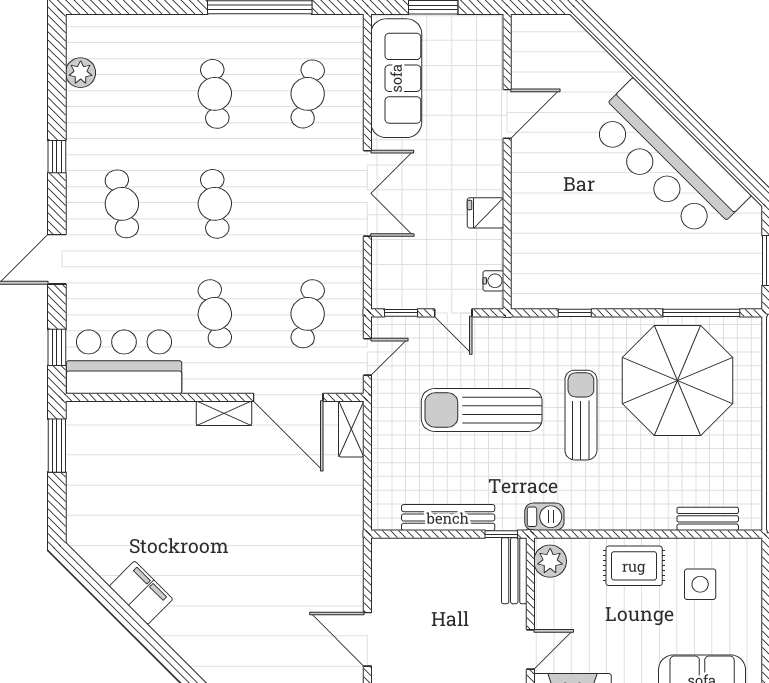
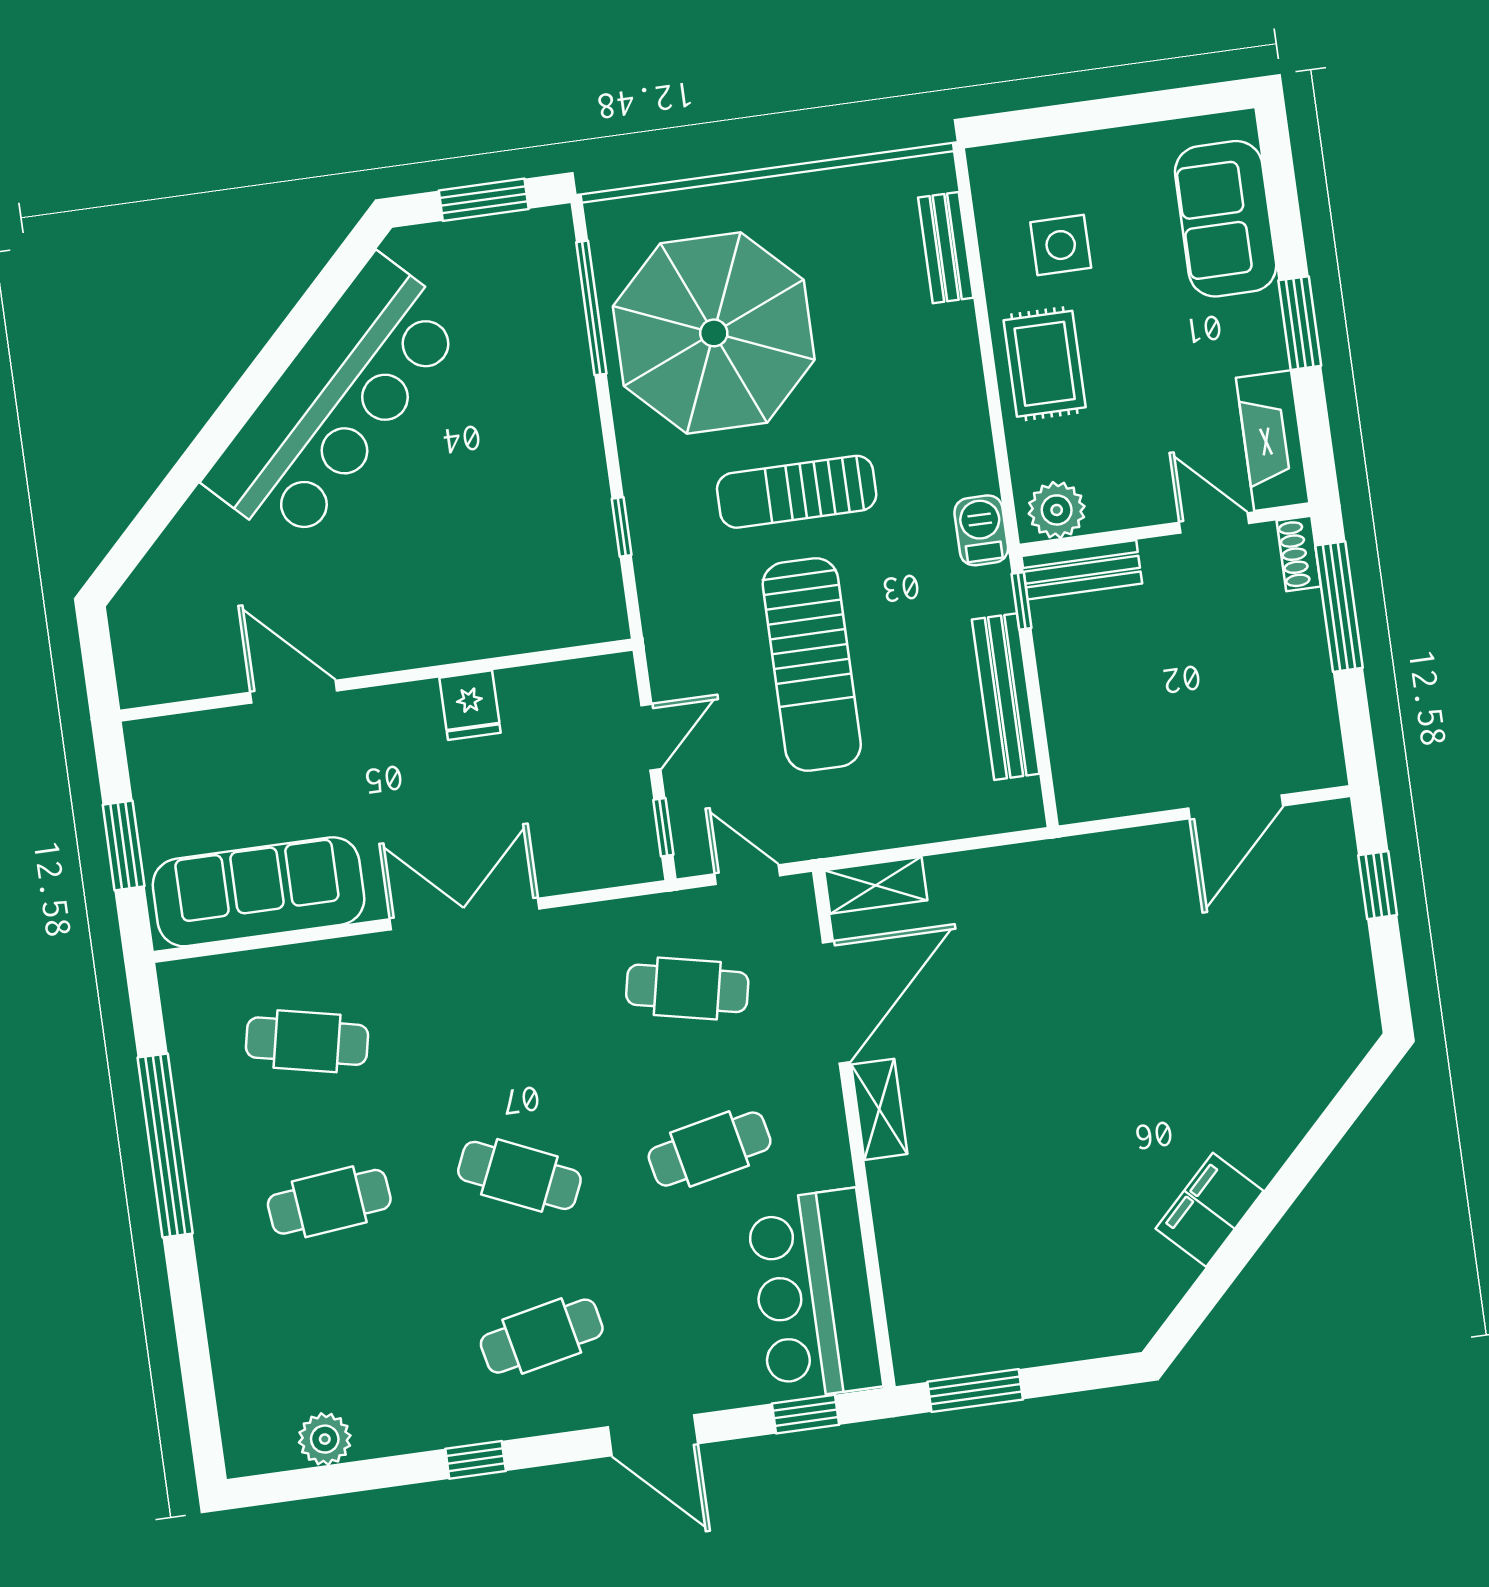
cafe table: (215, 204) -> (519, 1175), turned 30
water cooler: (493, 281) -> (586, 675), removed

